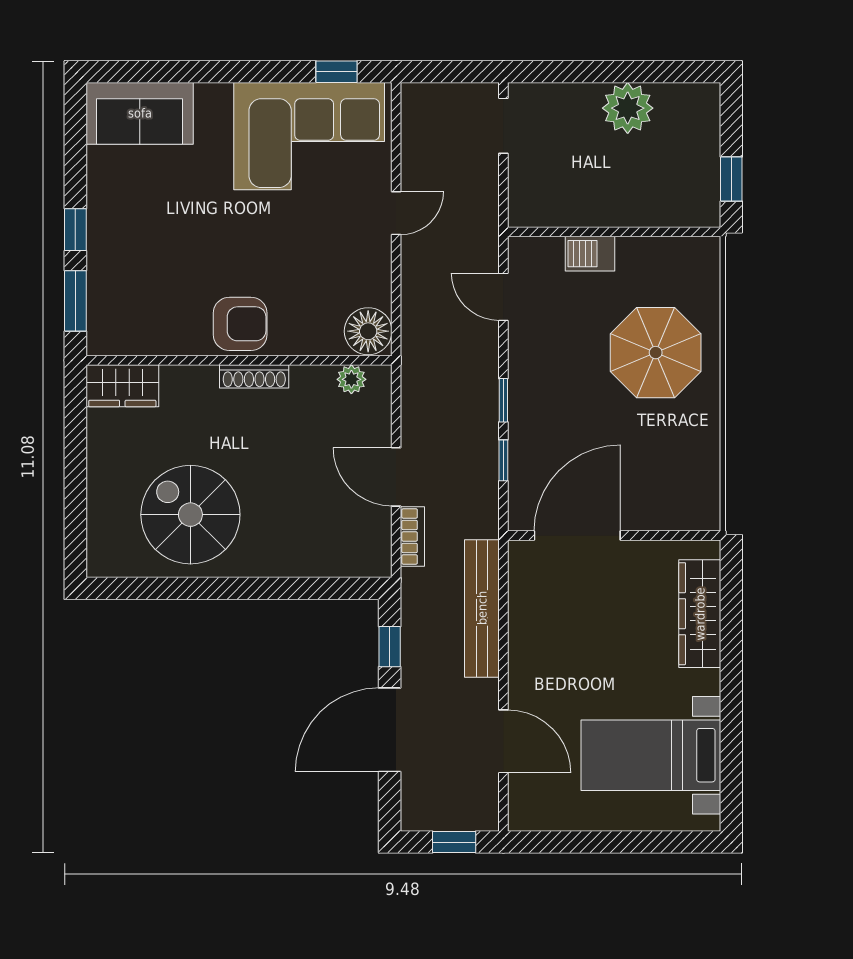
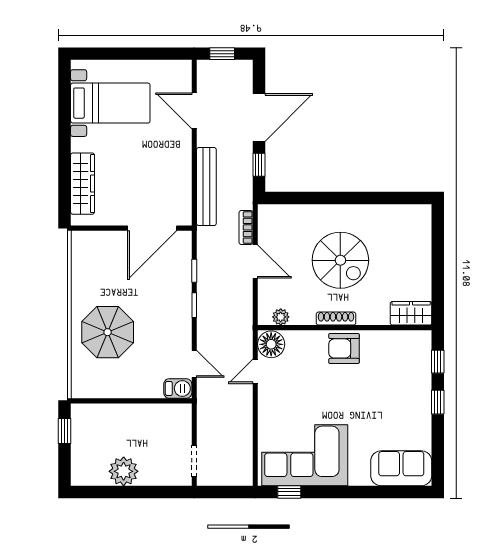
door: (396, 213) -> (255, 371), moved
barbecue: (590, 254) -> (178, 388), moved
window: (75, 301) -> (438, 362), width x0.67
spiral stairs: (190, 515) -> (340, 260), moved

